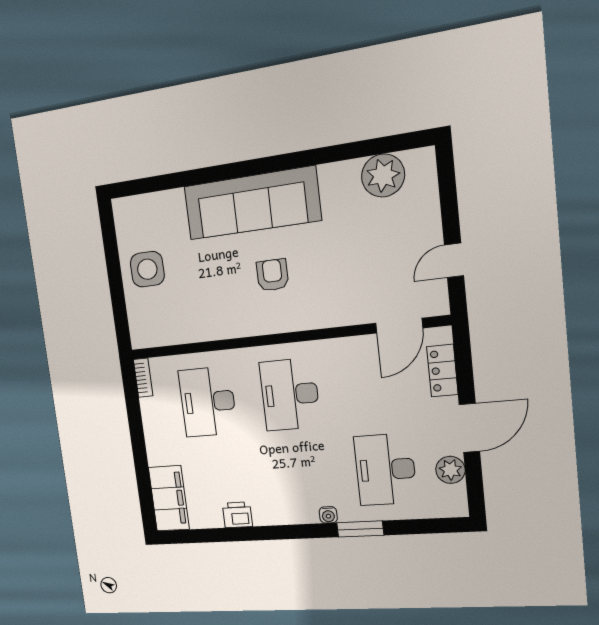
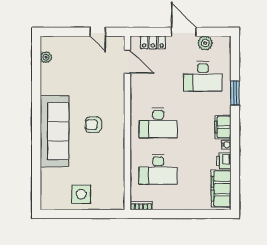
plant: (383, 175) -> (46, 57), width x0.53, depth x0.53
filing cabinet: (169, 498) -> (221, 189), moved, turned -90
filing cabinet: (296, 511) -> (223, 127), added
water cooler: (328, 515) -> (226, 145), moved

